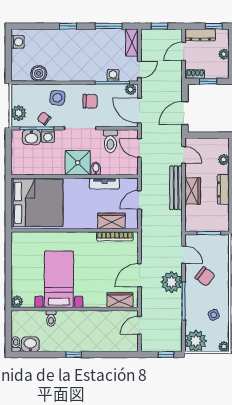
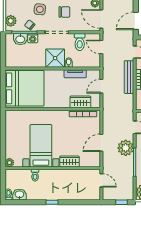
wardrobe: (120, 300) -> (69, 161), moved
door: (139, 325) -> (101, 180), swing flipped

